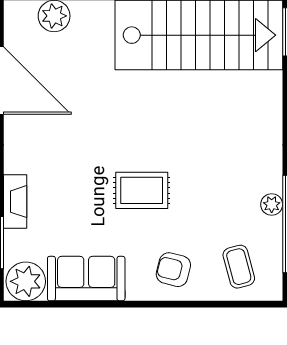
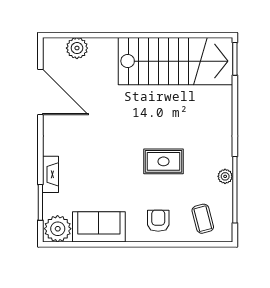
rug: (142, 190) -> (163, 161), moved
armchair: (173, 270) -> (158, 221), turned 76

